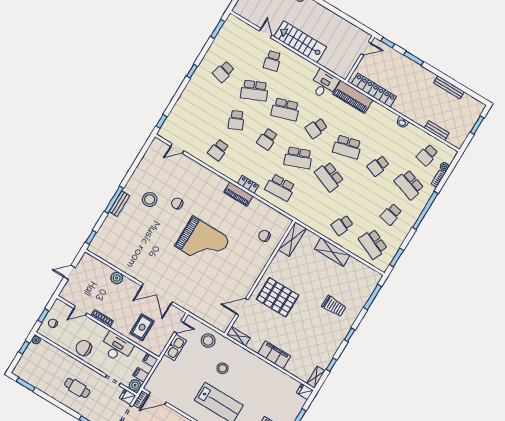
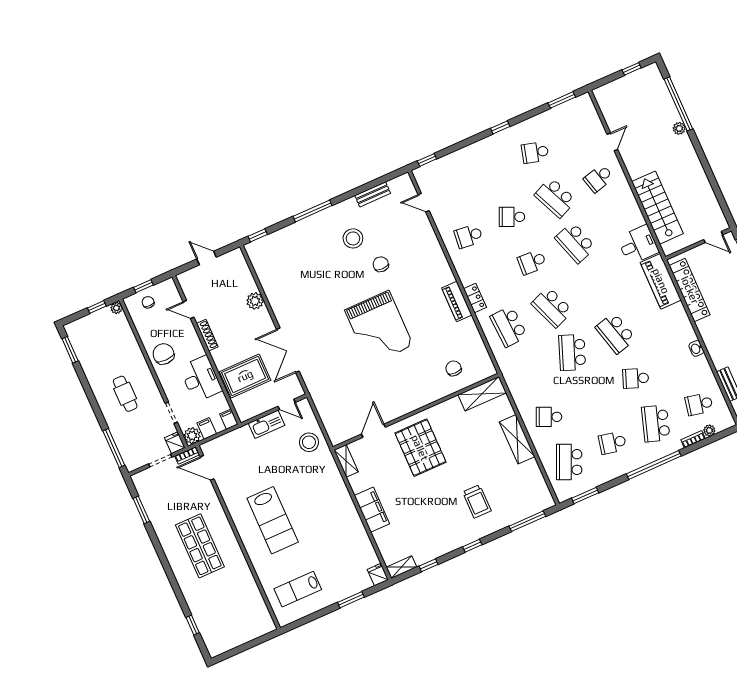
stairs: (300, 42) -> (658, 208), moved
school desk: (236, 120) -> (512, 217), turned 48
school desk: (316, 128) -> (595, 288), removed
bench: (119, 204) -> (373, 194), moved
door: (242, 307) -> (373, 431), hinge flipped
rug: (142, 327) -> (245, 376), width x1.36, depth x1.43
stool: (223, 368) -> (304, 485), removed

